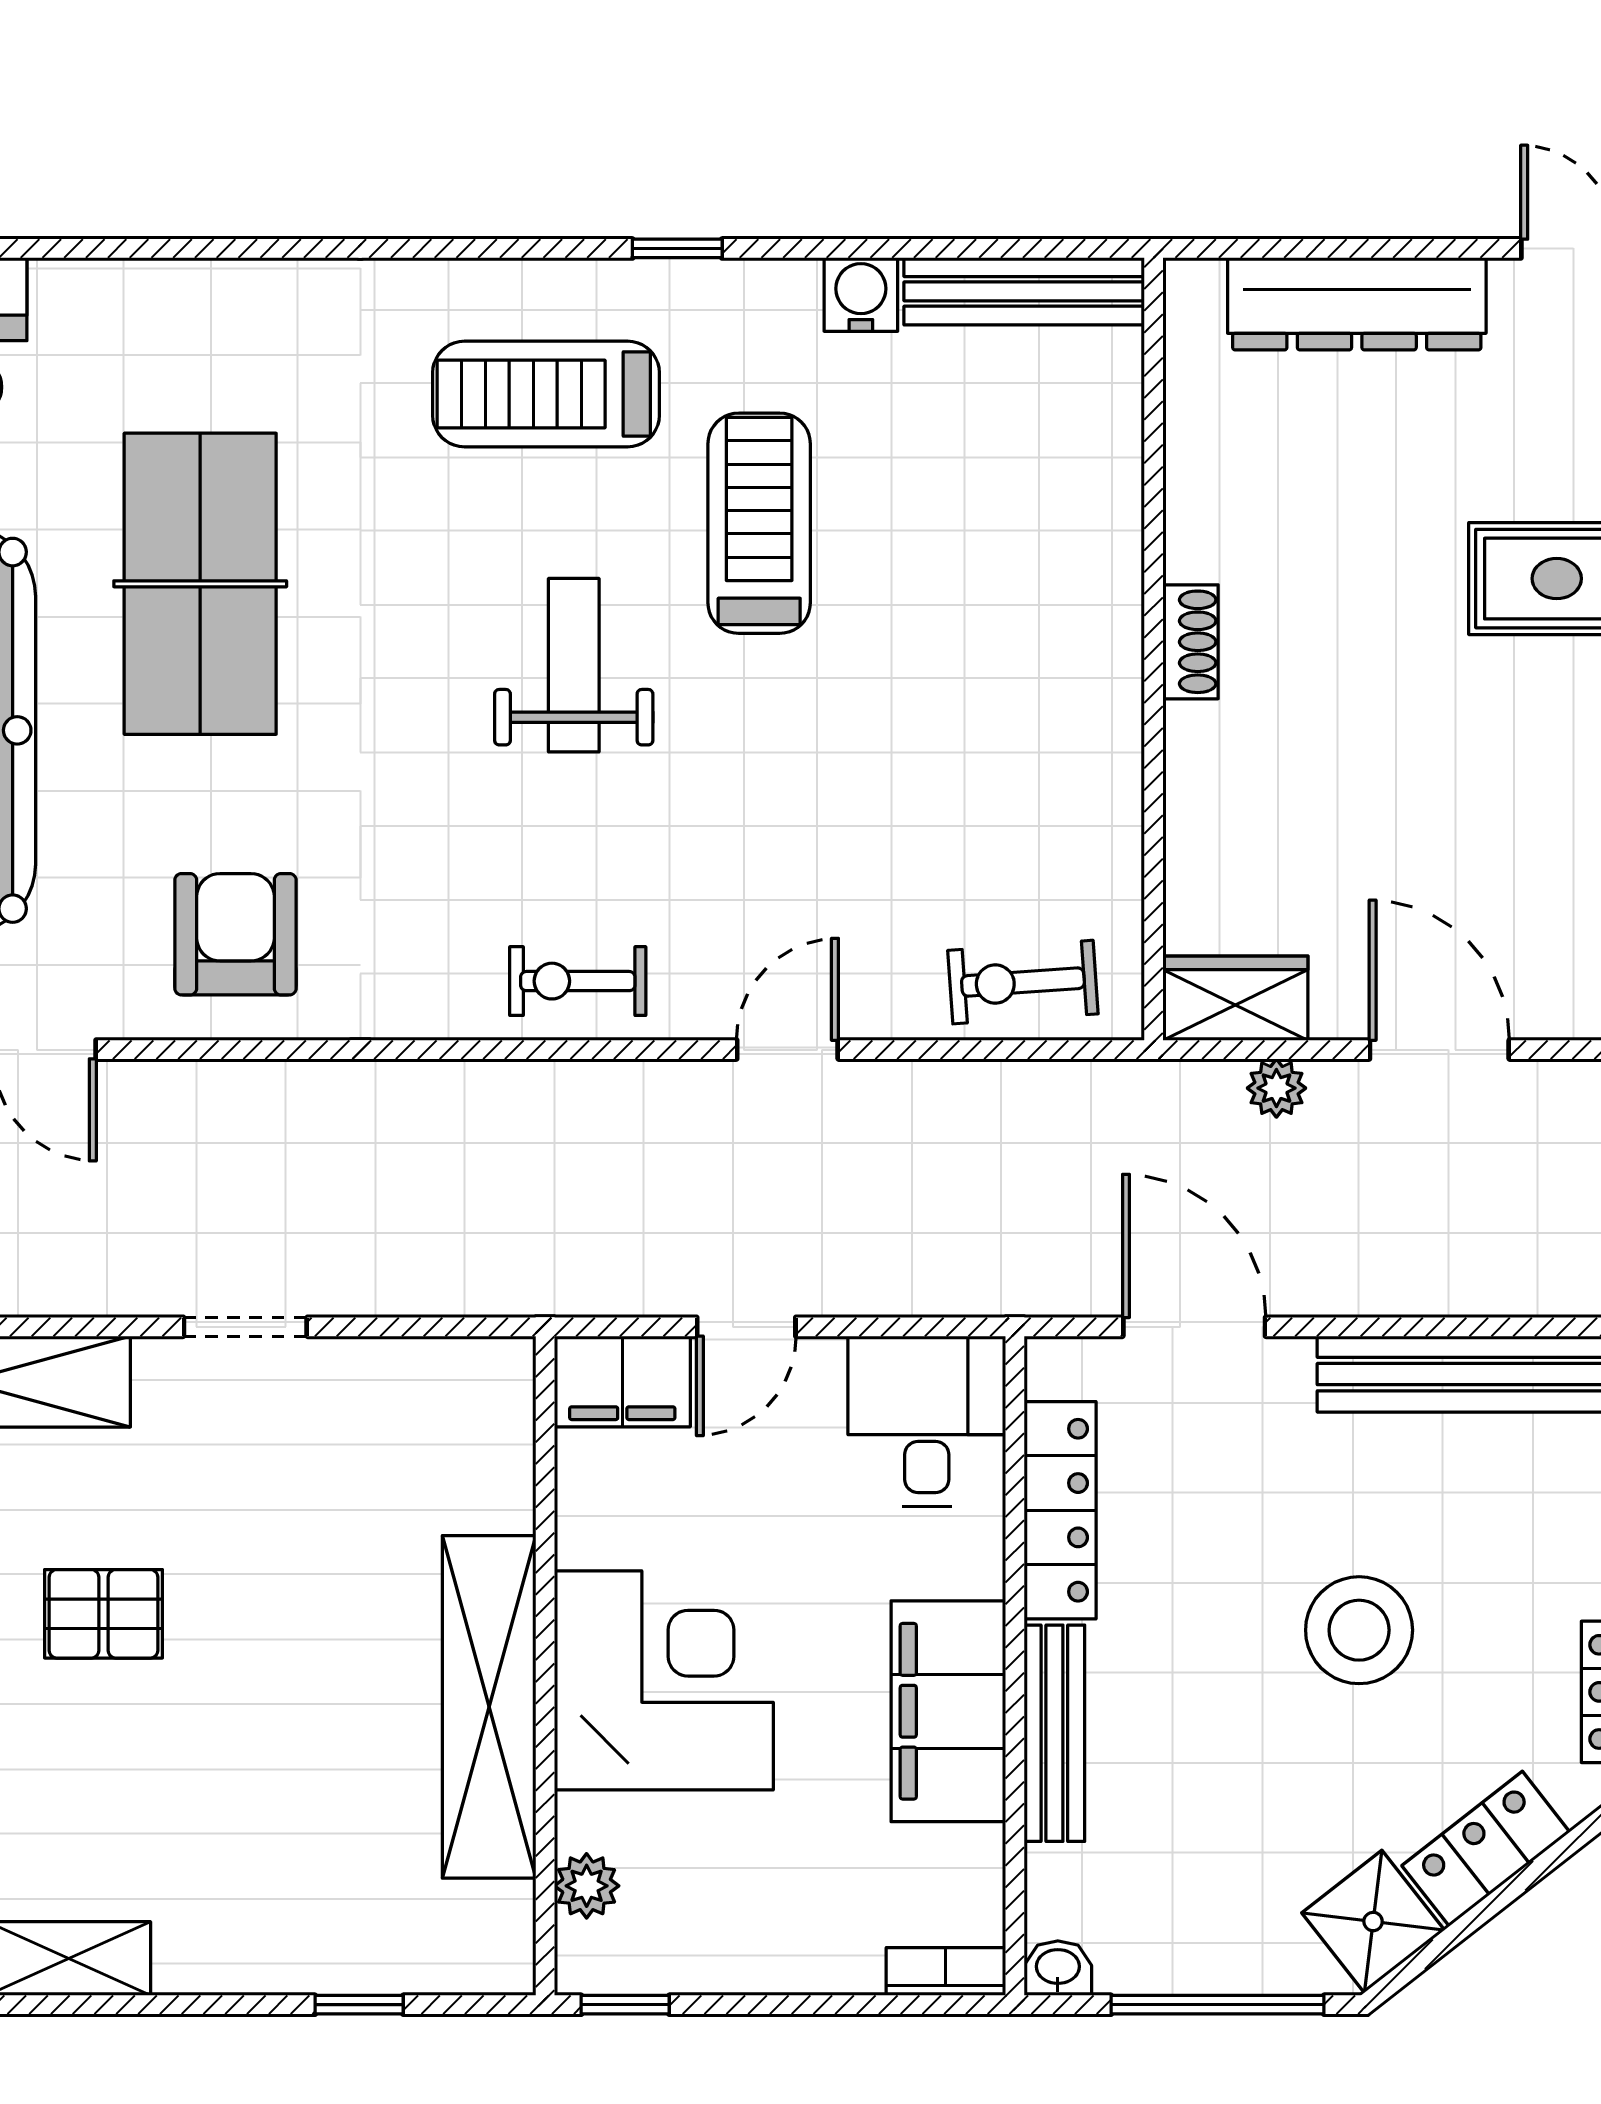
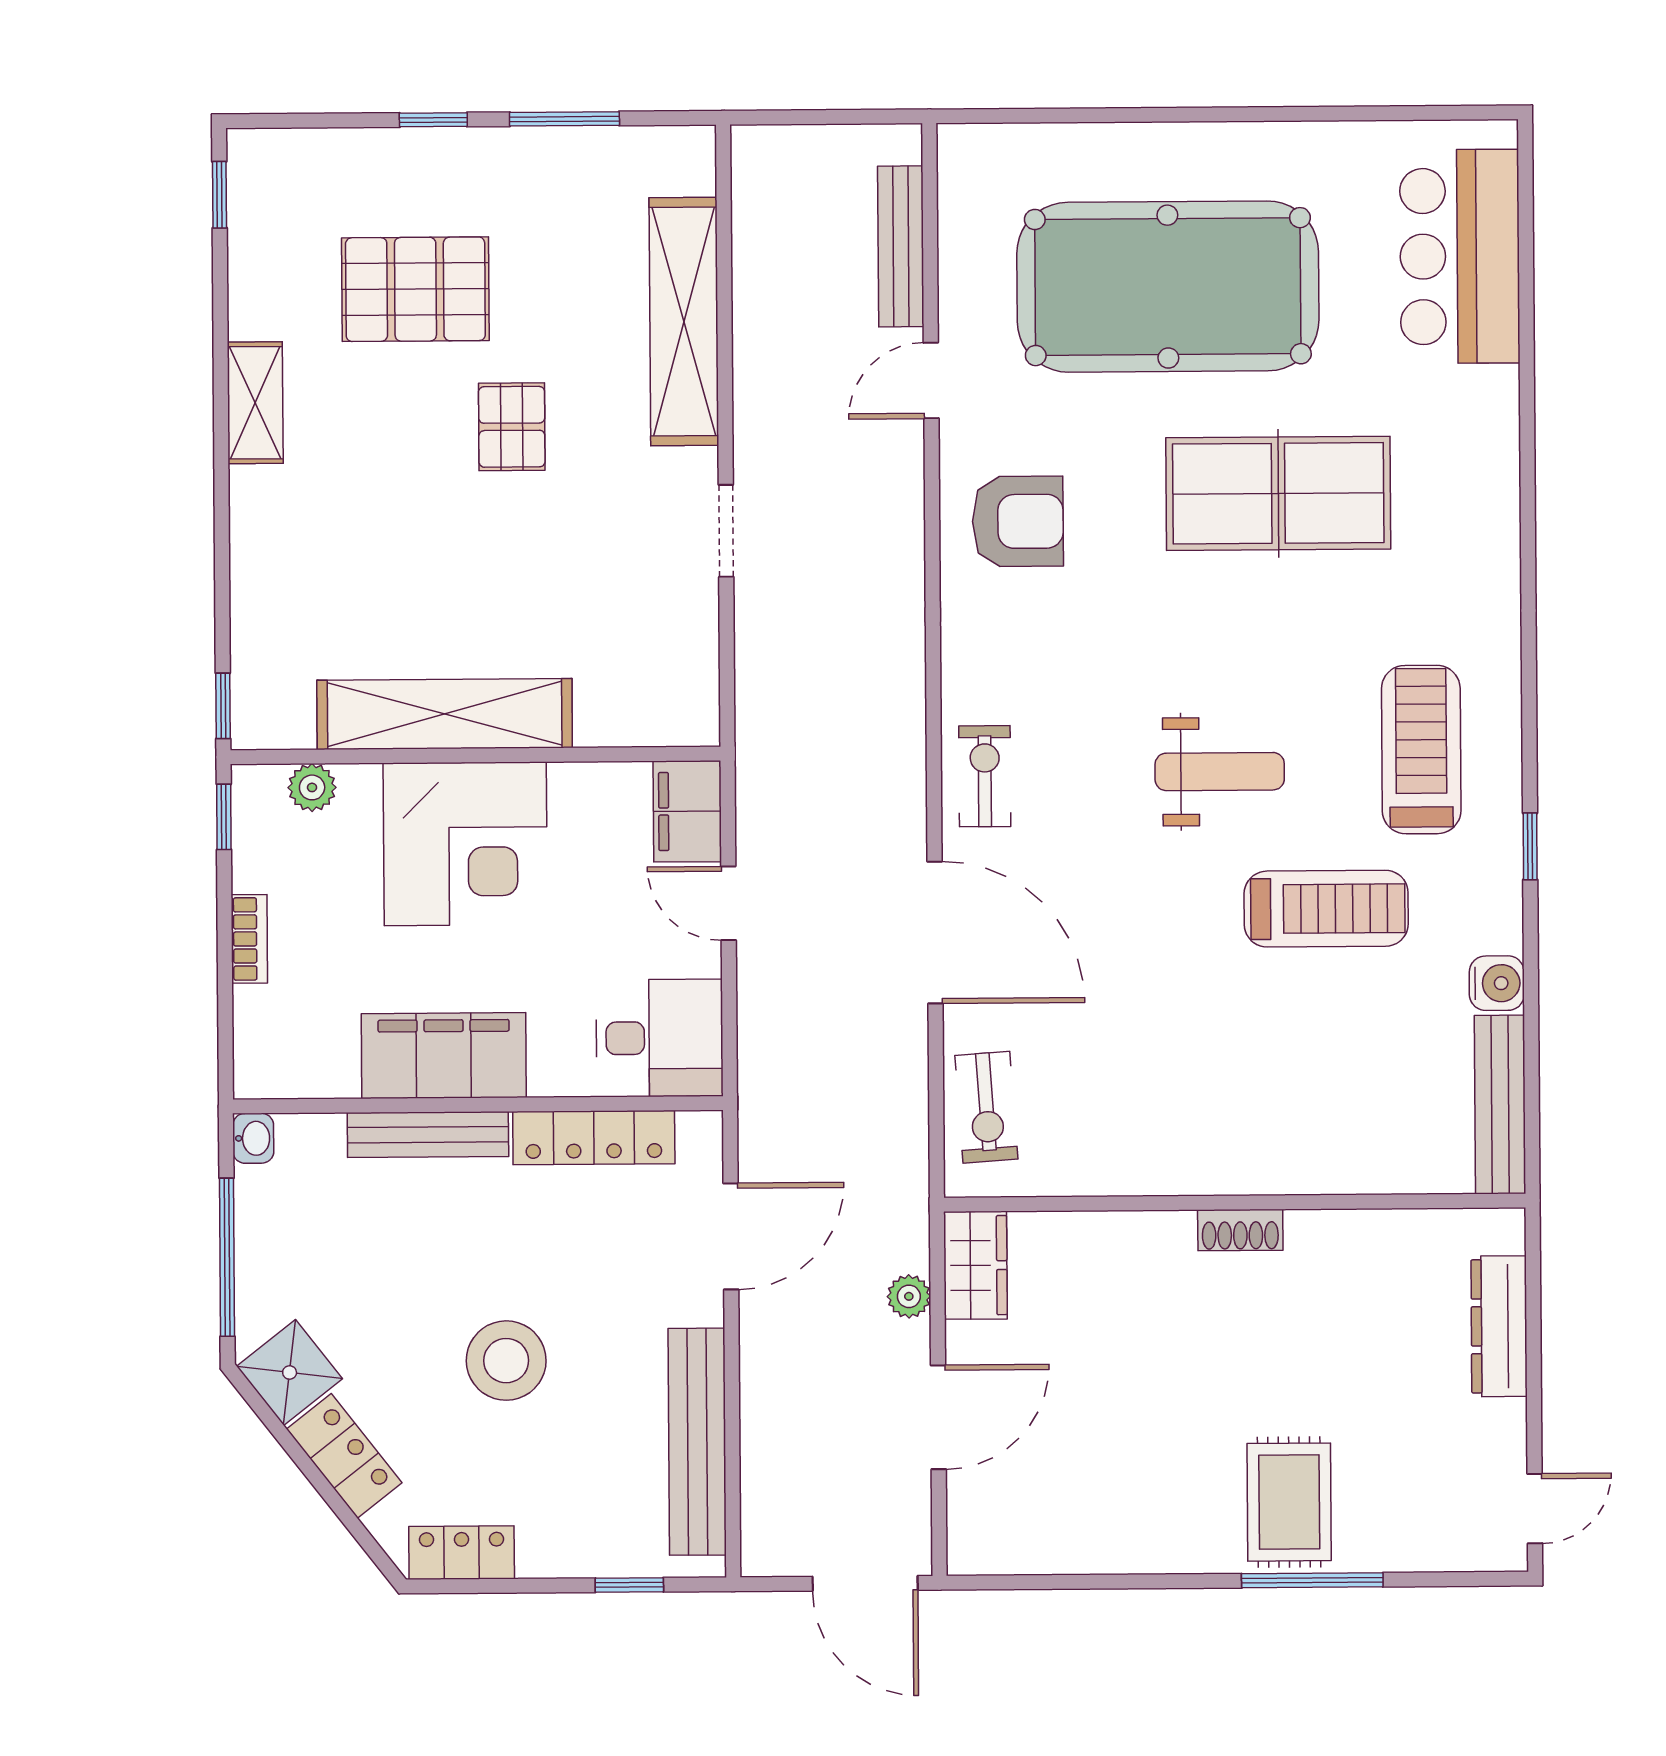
dresser: (1357, 304) -> (1499, 1326), width x0.73, depth x0.80
exercise bike: (1023, 982) -> (986, 1107), turned 180
door: (787, 1050) -> (935, 932), width x1.87
bookcase: (946, 1972) -> (249, 939), moved
window: (359, 2005) -> (223, 706), moved

